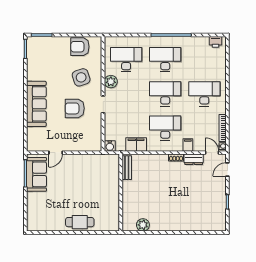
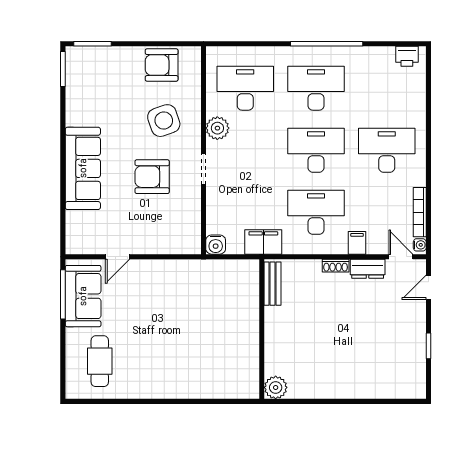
bench: (127, 168) -> (272, 284), moved
wall: (121, 193) -> (262, 329), moved
cafe table: (80, 222) -> (100, 361), moved, turned 90

